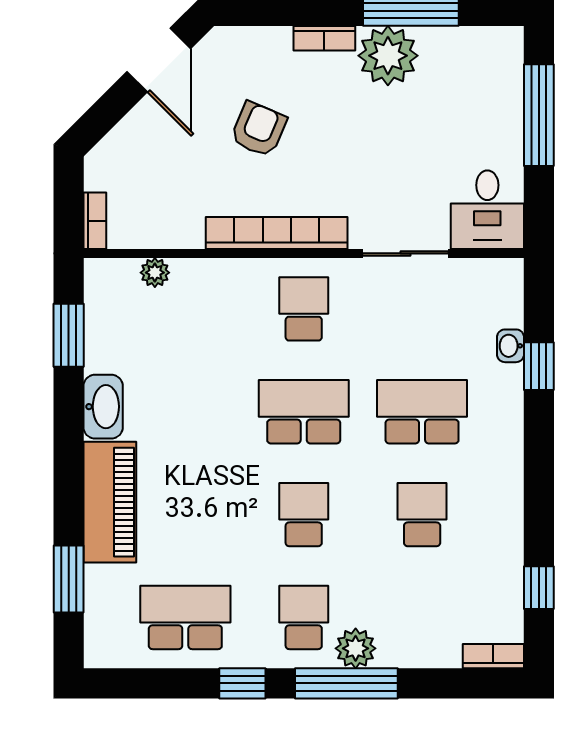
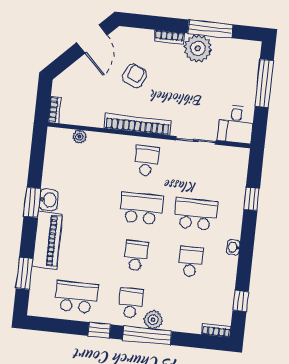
window: (69, 335) -> (32, 202), moved
washbasin: (510, 346) -> (233, 247), moved
washbasin: (103, 407) -> (49, 200), width x0.72

